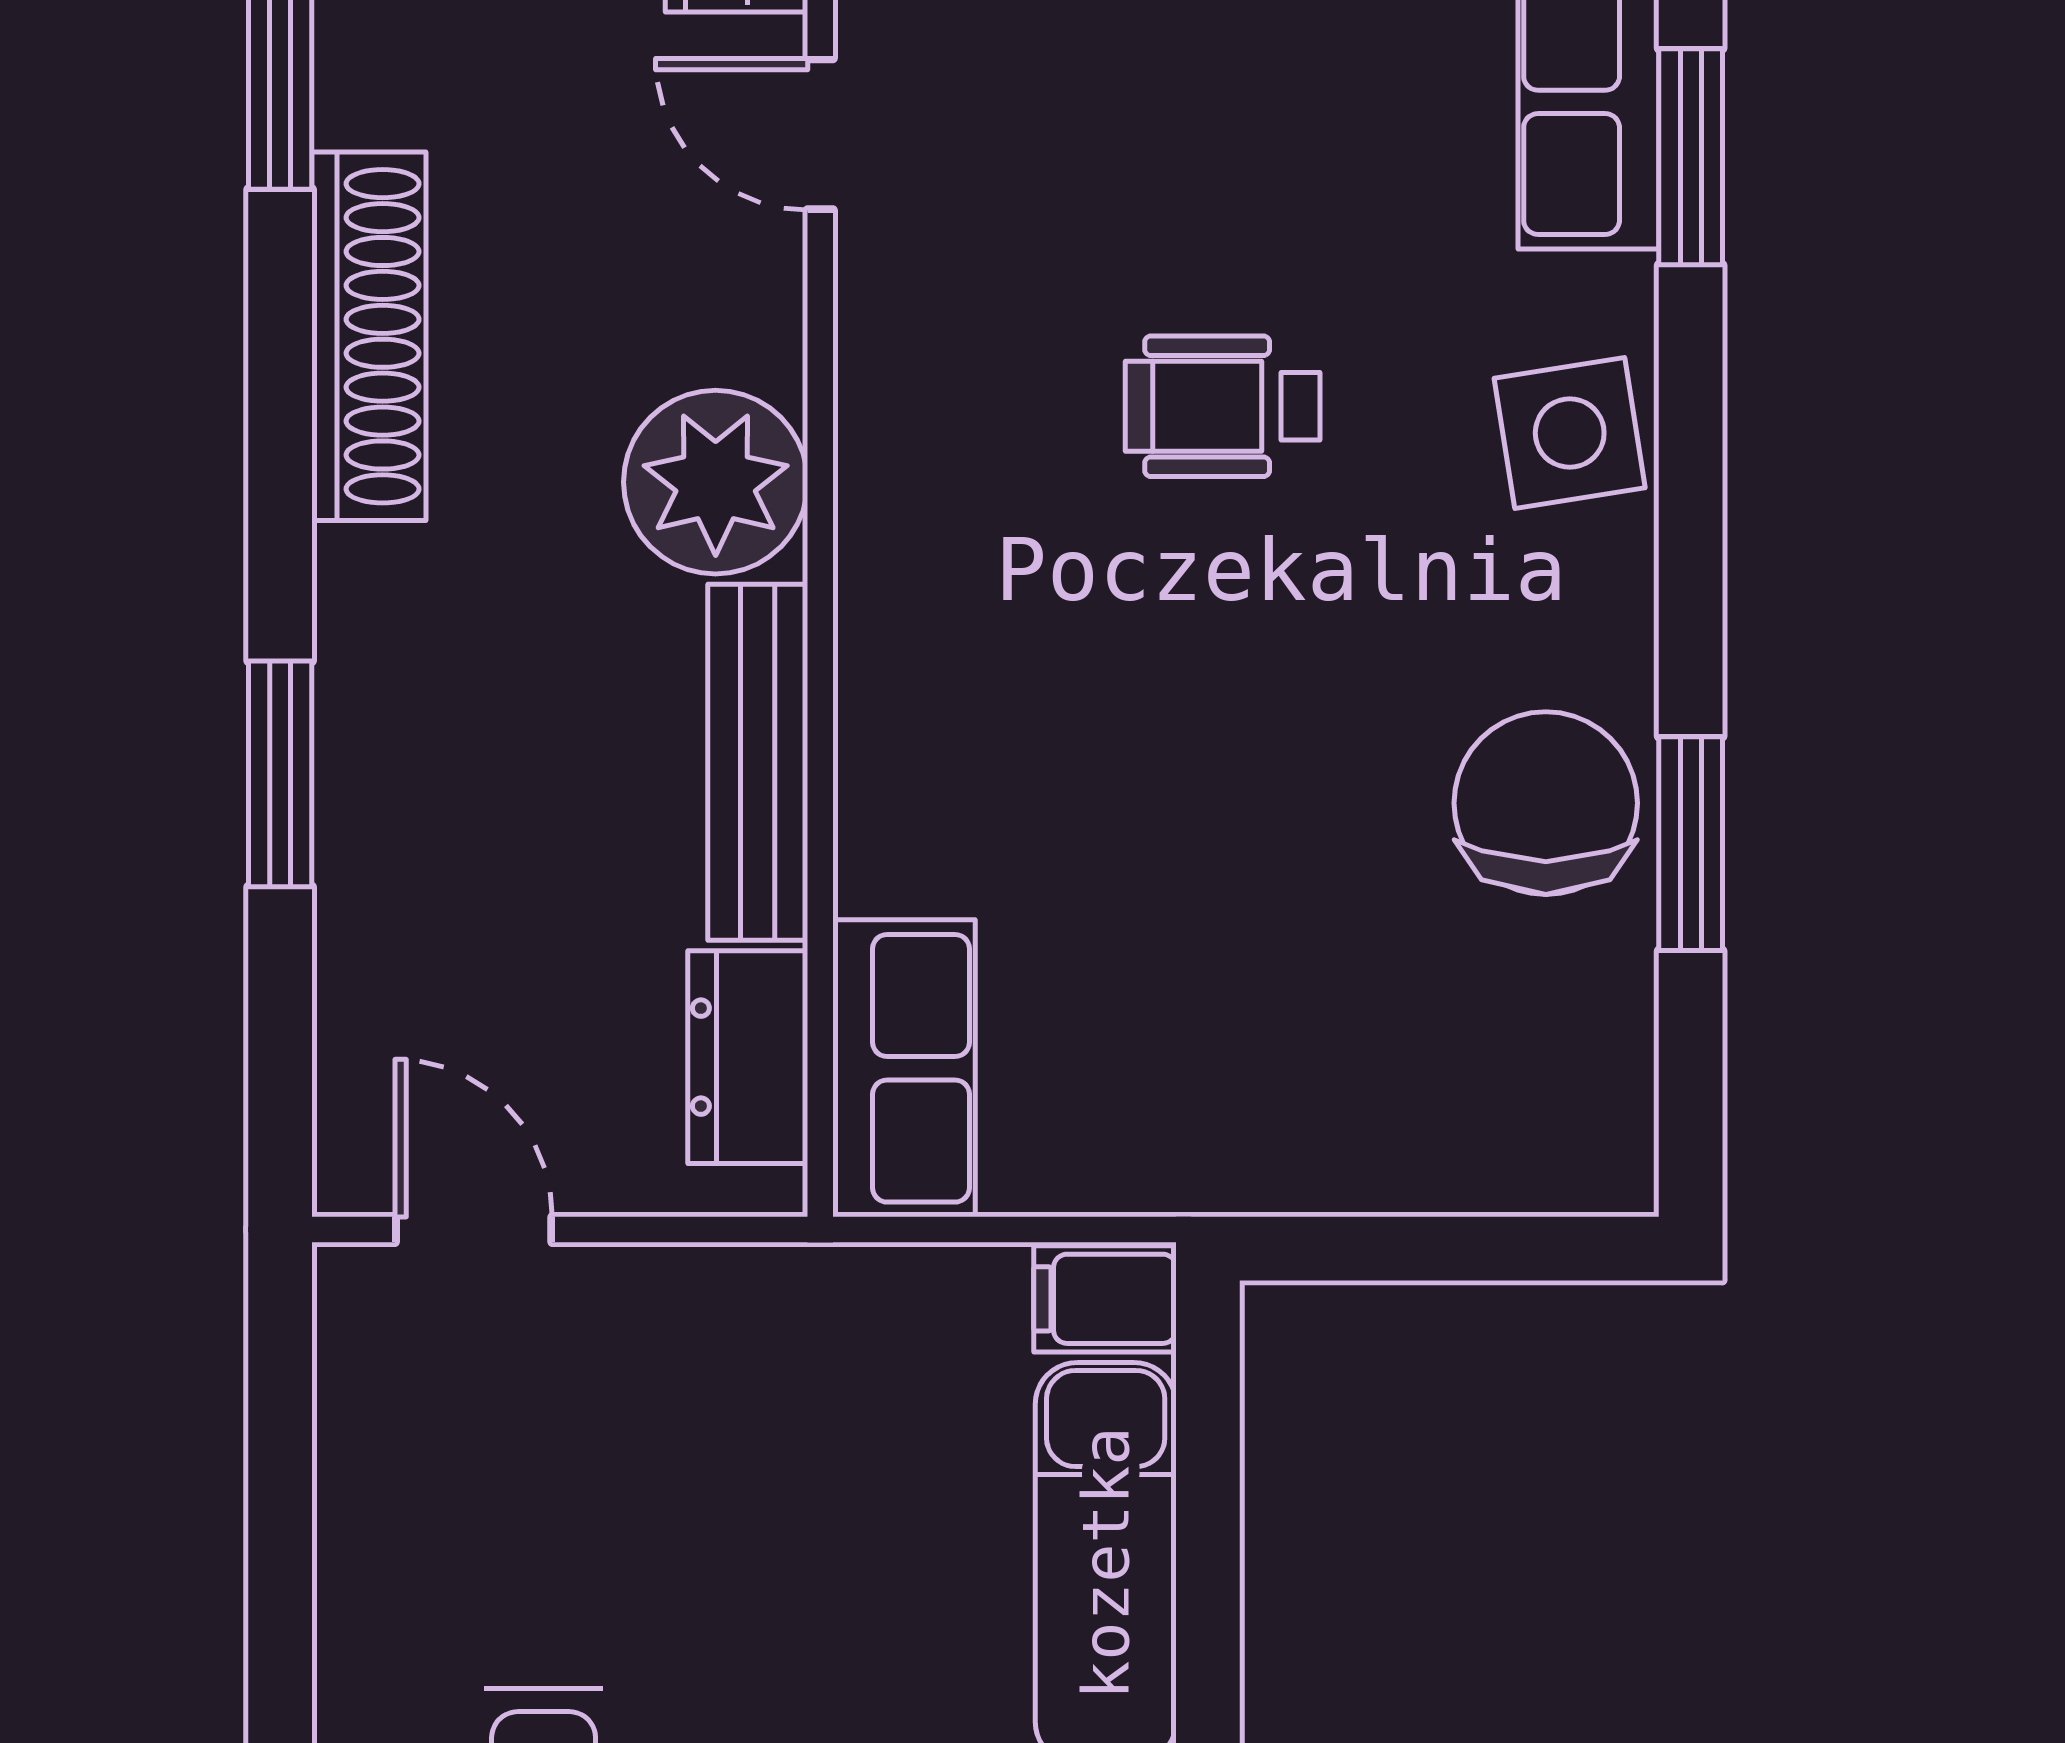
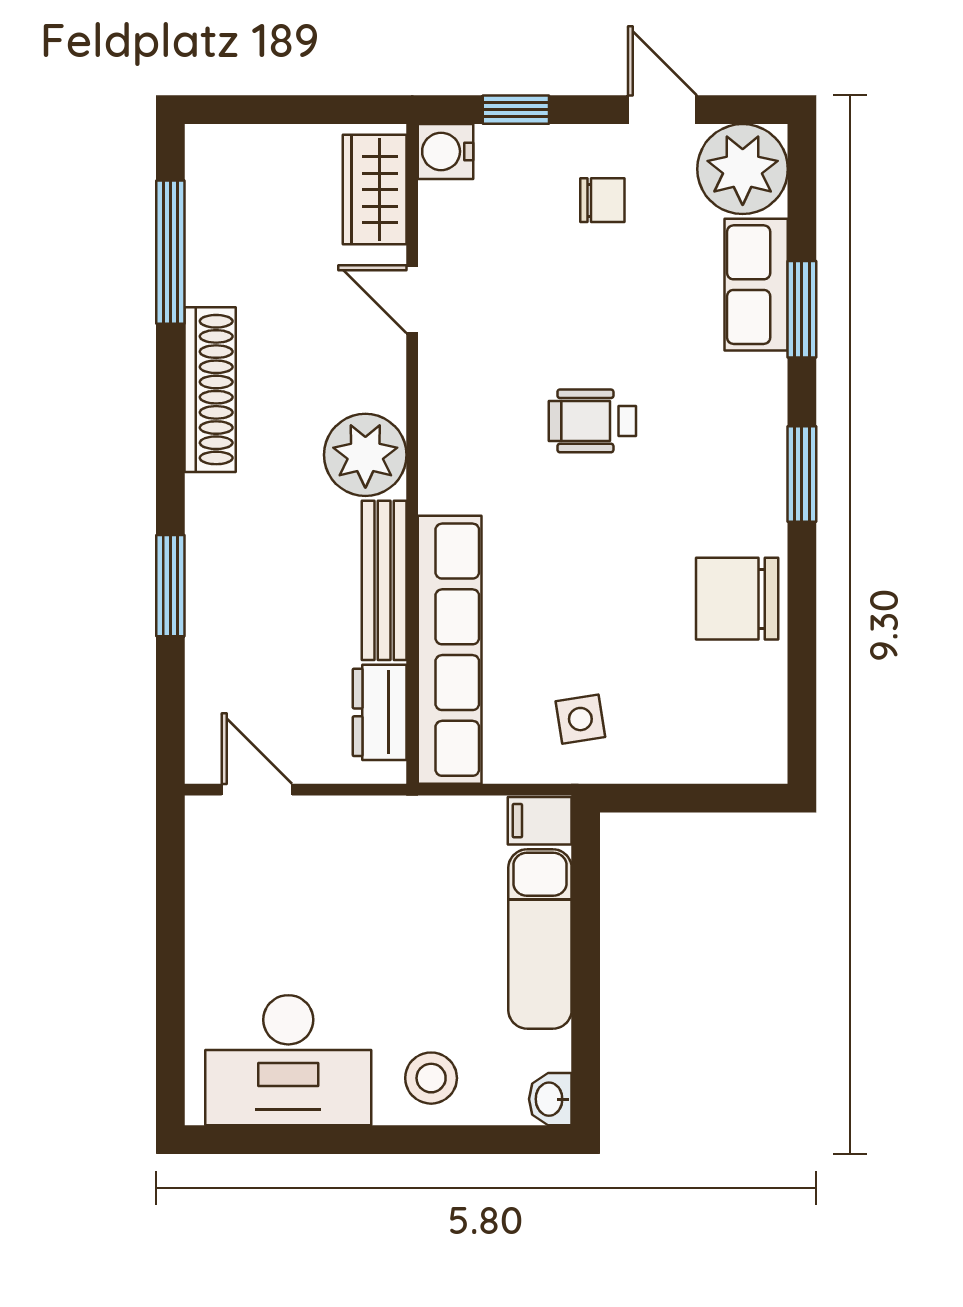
side table: (1570, 433) -> (580, 719), moved, width x0.73, depth x0.73
chair: (1546, 803) -> (737, 599), turned -90
window: (1691, 844) -> (802, 474), moved
row of seats: (904, 1068) -> (450, 650), width x2.02

